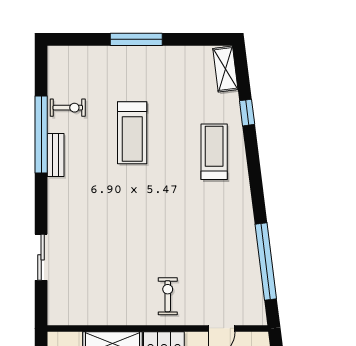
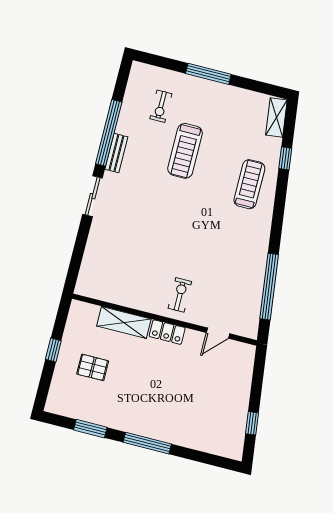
exercise bike: (68, 108) -> (161, 106), moved, turned 90
sliding door: (41, 257) -> (93, 196), moved

